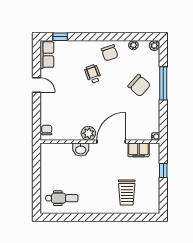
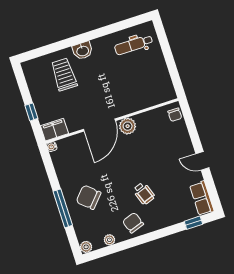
washbasin: (81, 150) -> (83, 51), moved, turned 180
filing cabinet: (139, 150) -> (54, 130), moved

